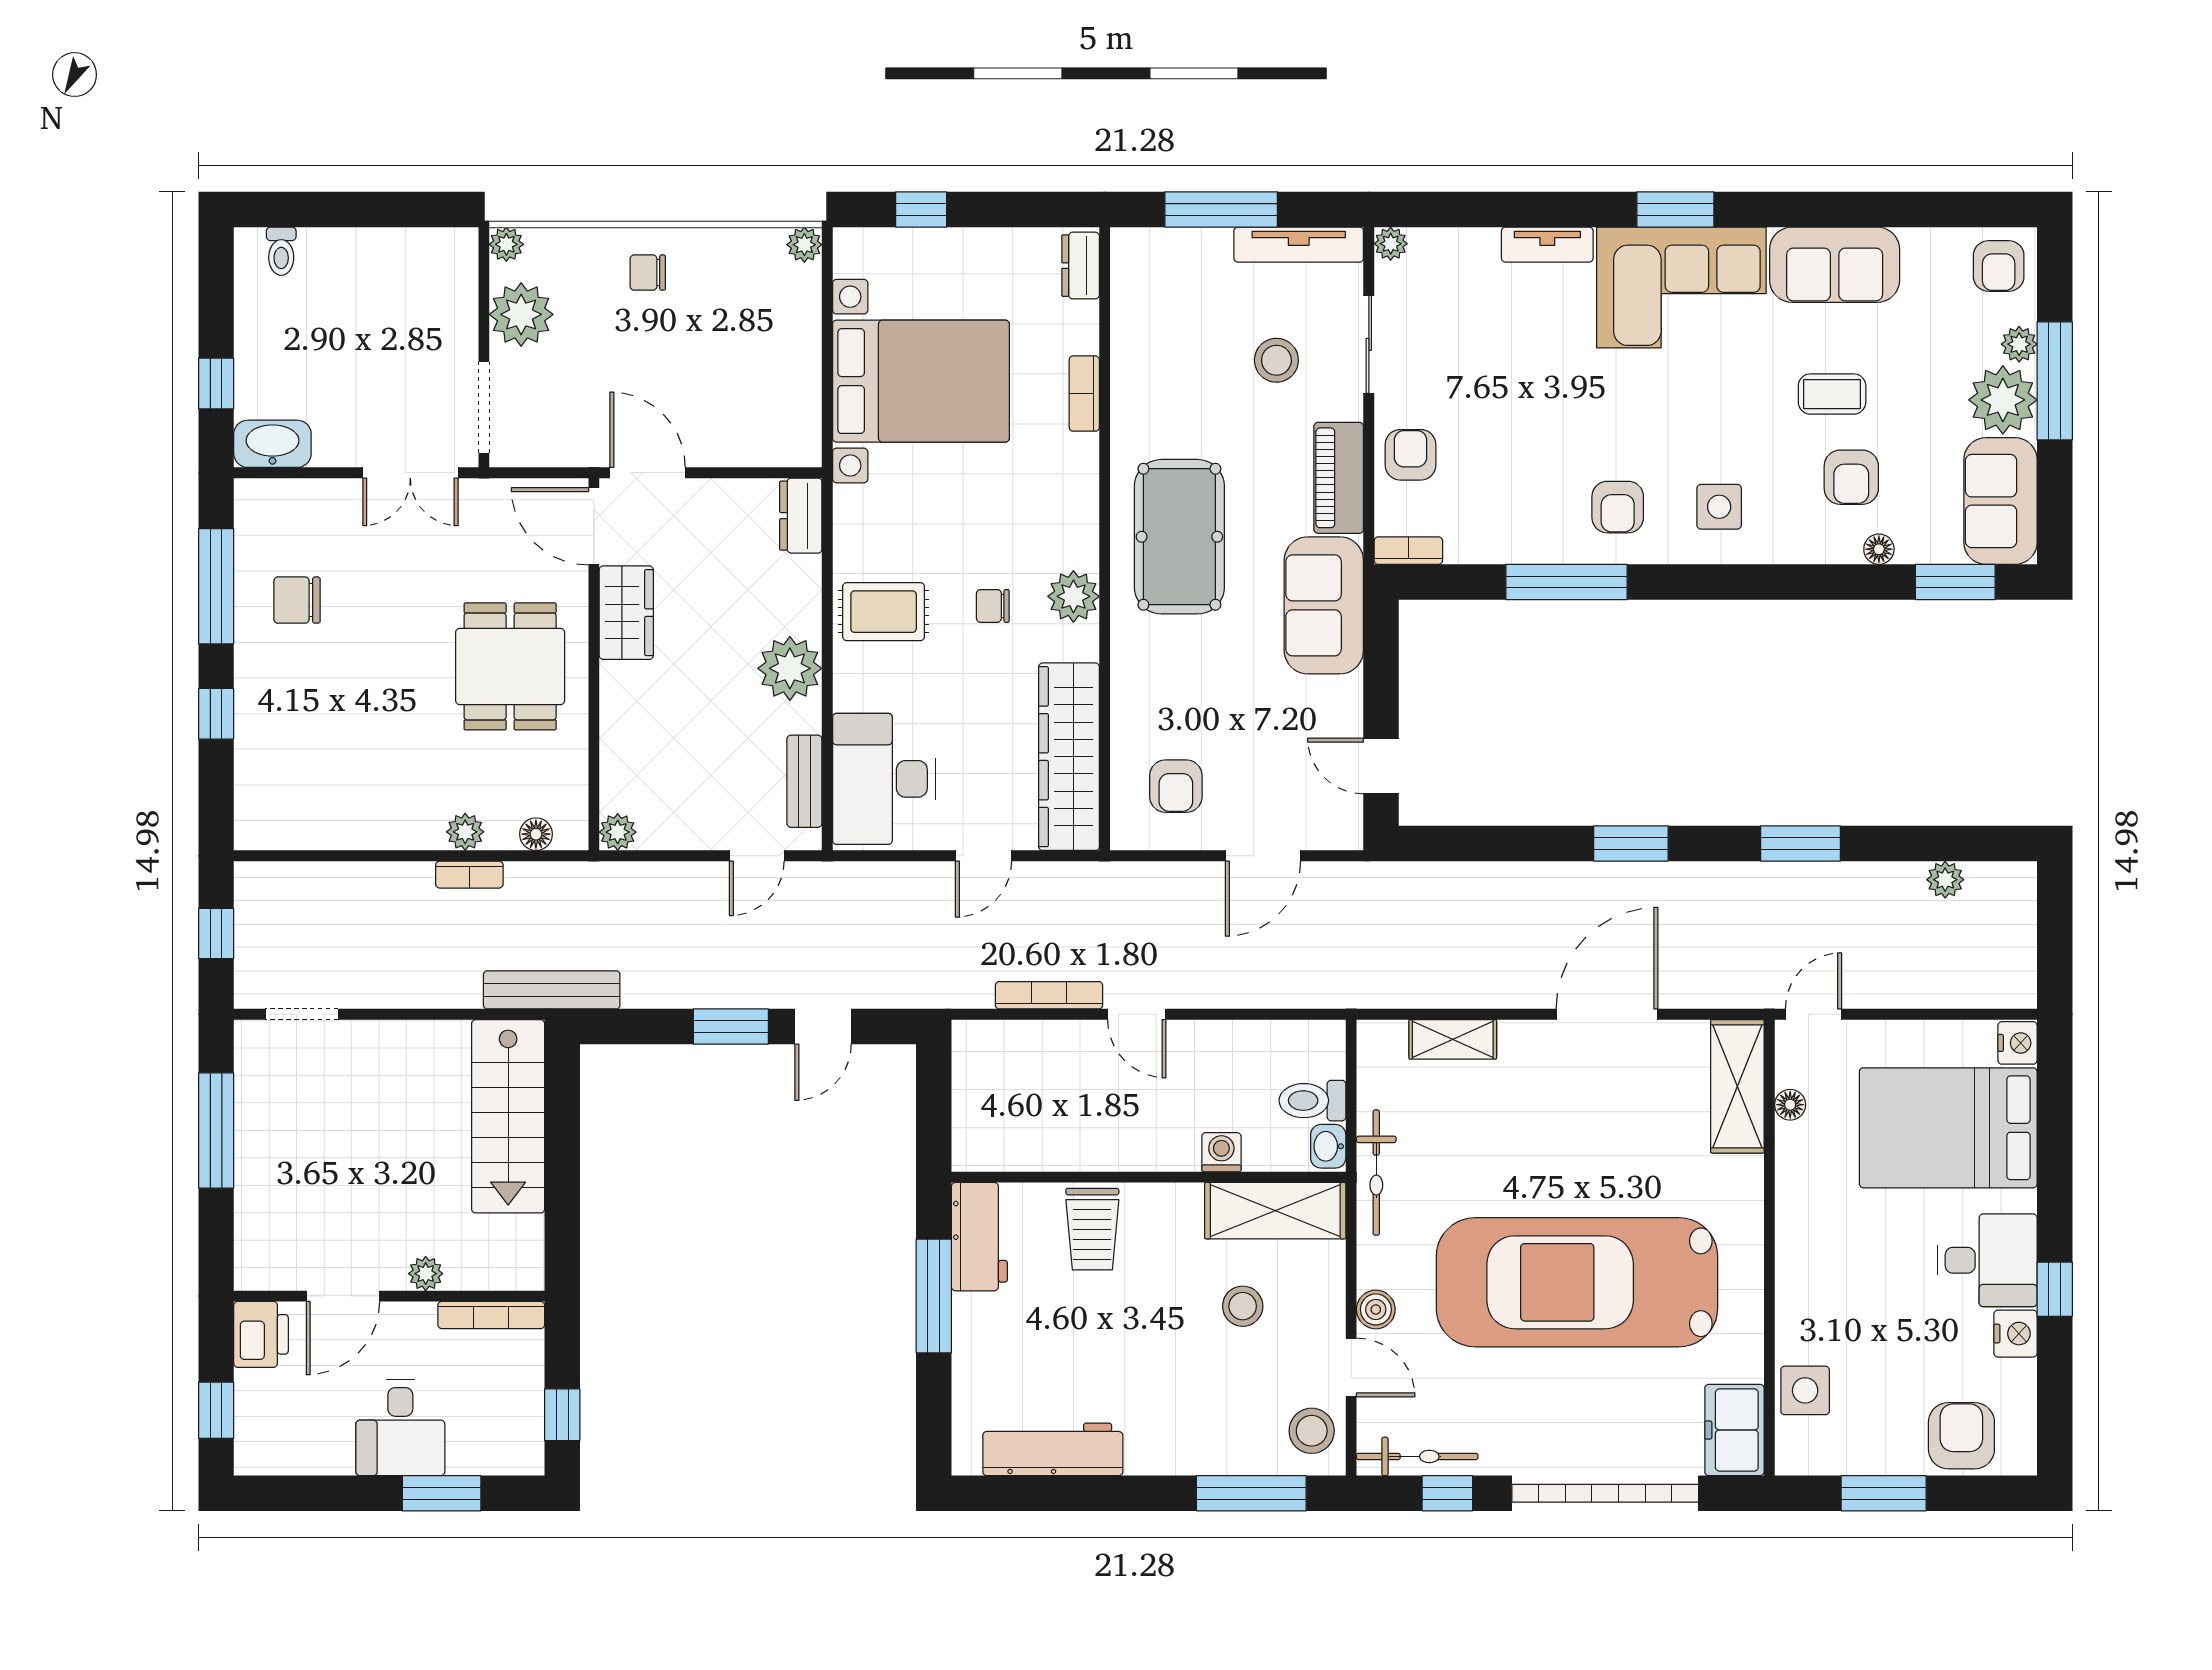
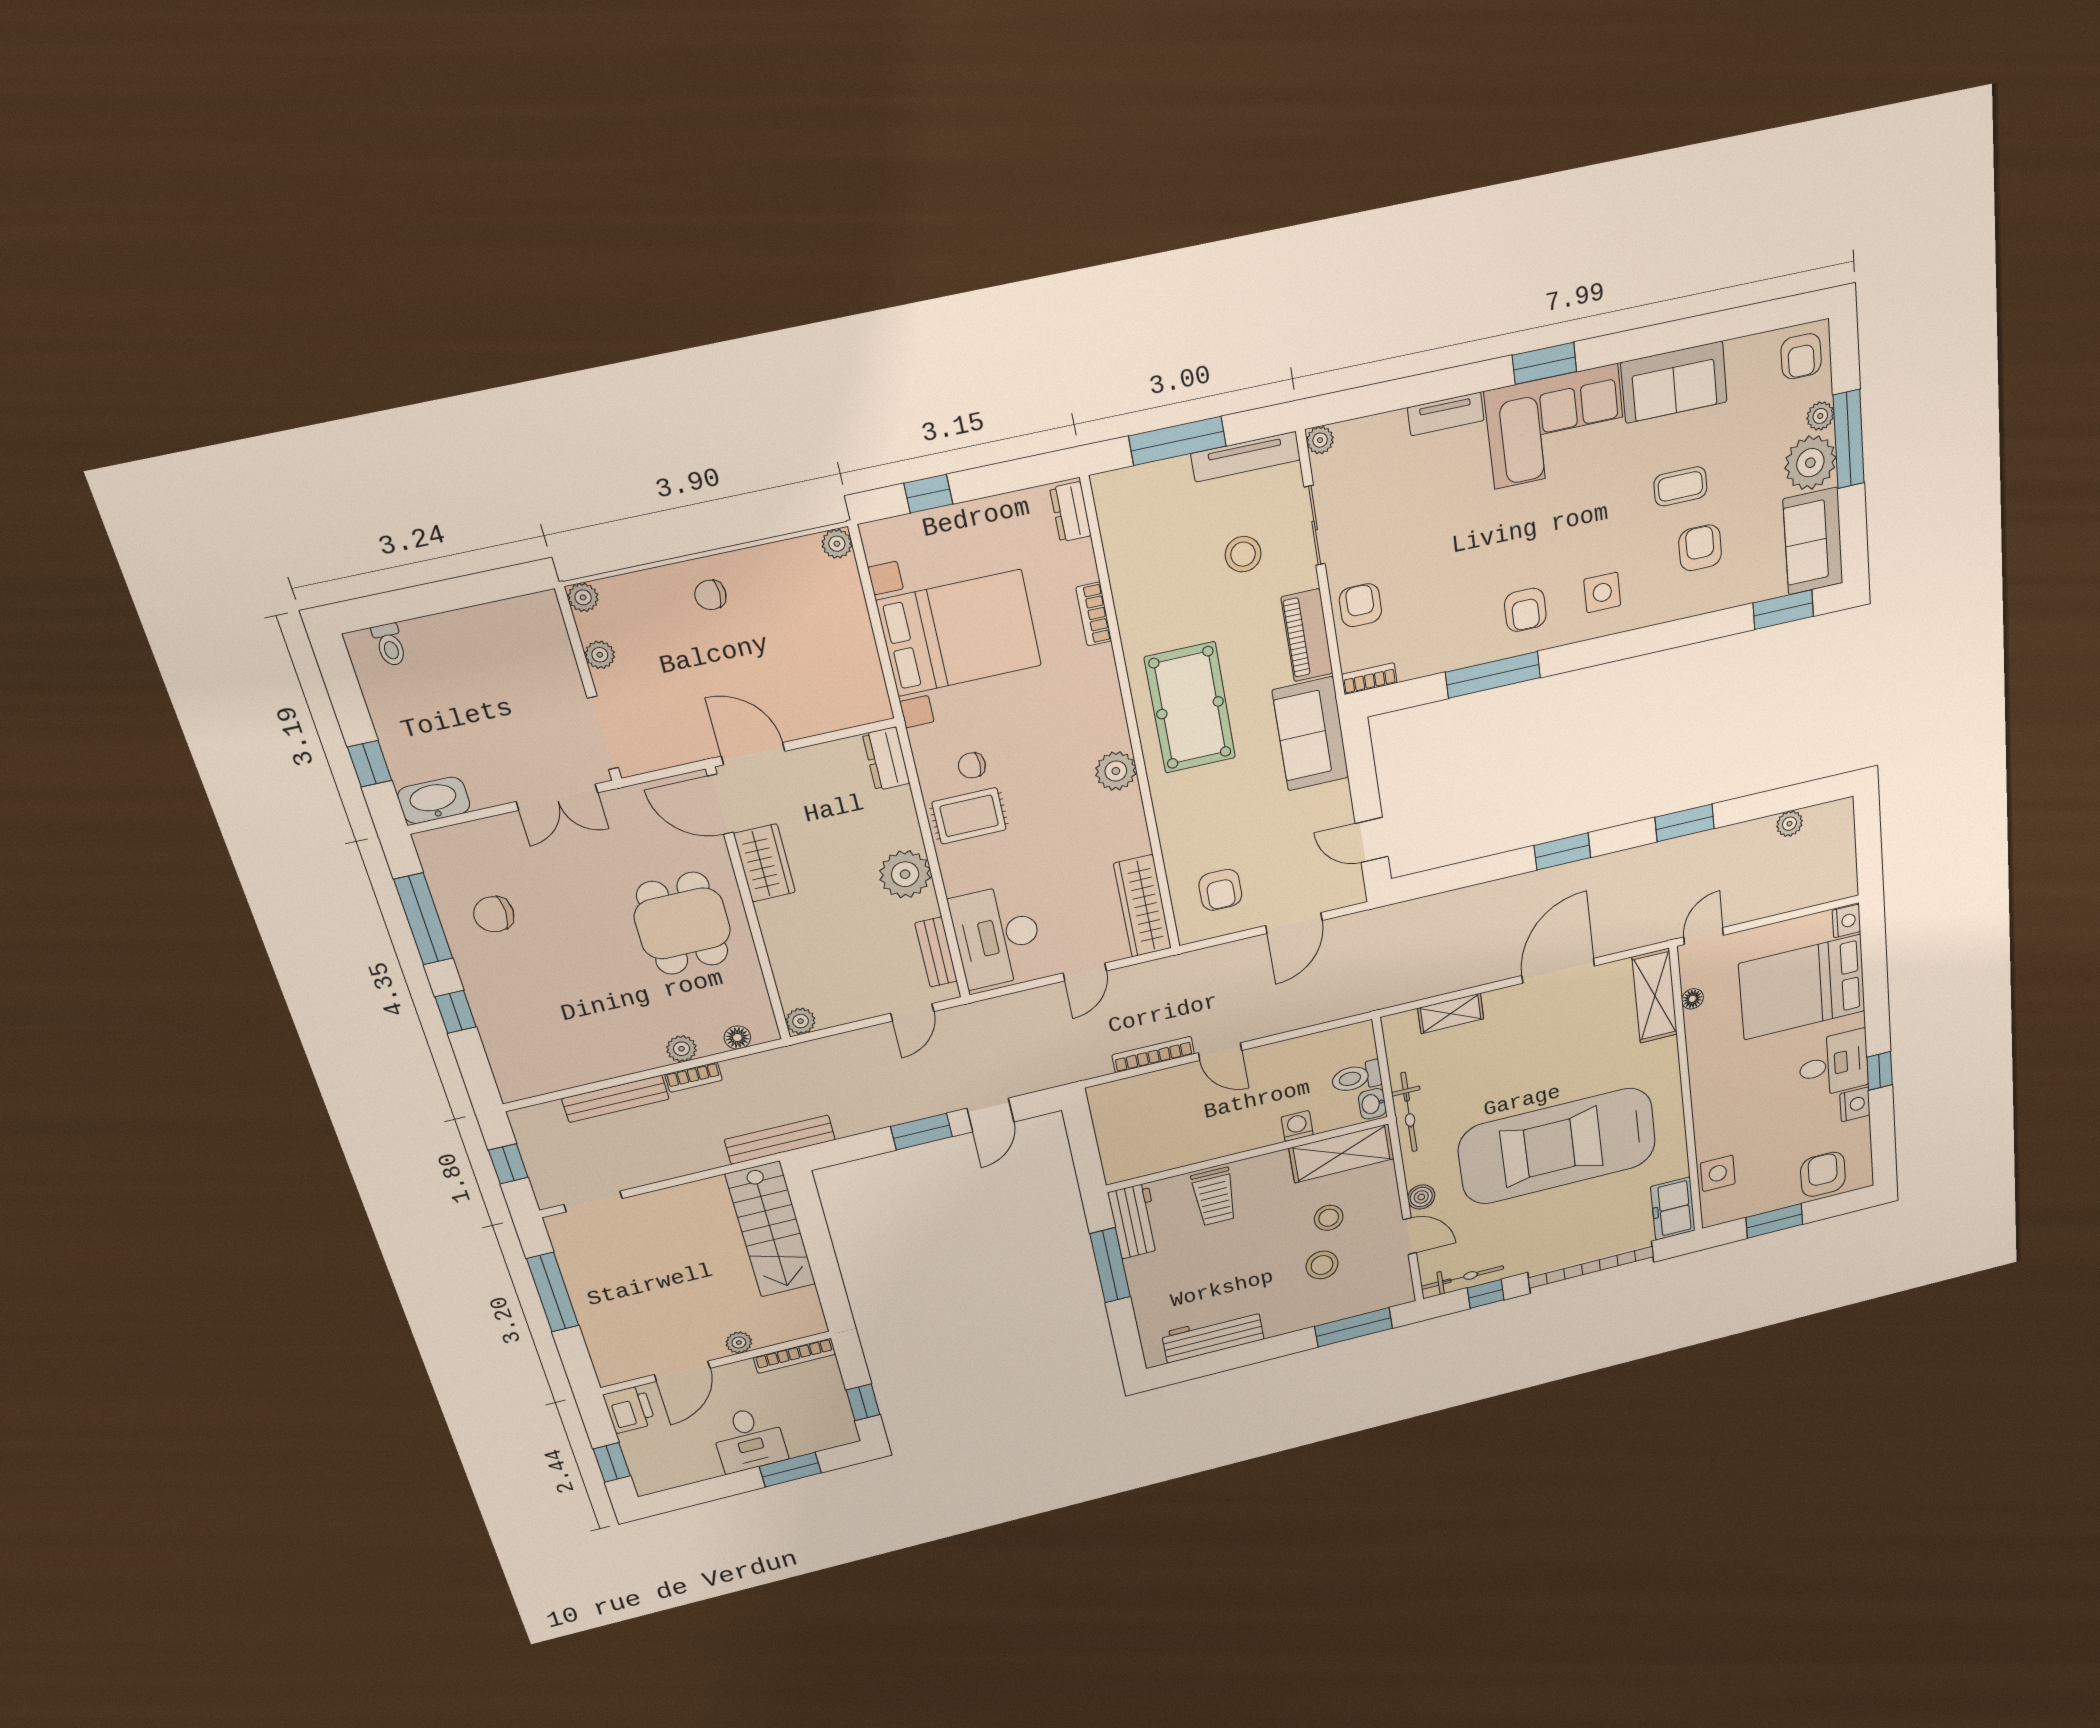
plant: (521, 314) -> (600, 655), width x0.53, depth x0.53
armchair: (1851, 477) -> (1700, 548), turned 180
floor lamp: (1879, 549) -> (1725, 598), removed
chair: (993, 606) -> (972, 765), moved
wardrobe: (1069, 757) -> (1143, 906), width x0.71, depth x0.85
bench: (368, 879) -> (615, 1099), added
stool: (1312, 1431) -> (1322, 1265), moved

